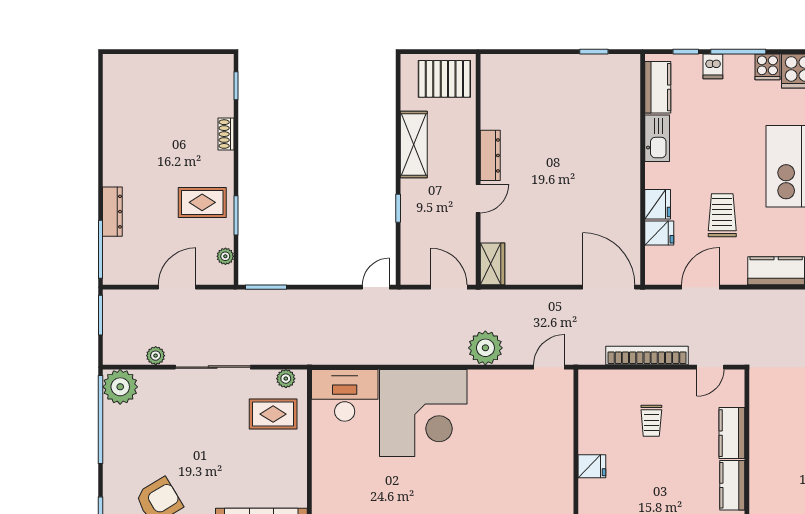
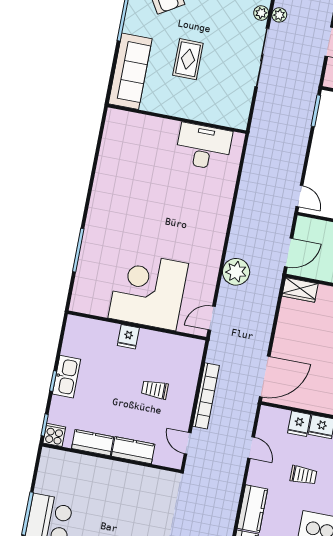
trolley: (722, 215) -> (303, 475), width x0.73, depth x0.72
door: (700, 287) -> (251, 448), width x0.73
door: (549, 367) -> (212, 318), swing flipped
plant: (286, 379) -> (261, 13), moved
desk: (345, 395) -> (204, 147), moved, turned -90
corner desk: (423, 413) -> (148, 291), moved, turned 90
rug: (273, 414) -> (188, 59), moved

